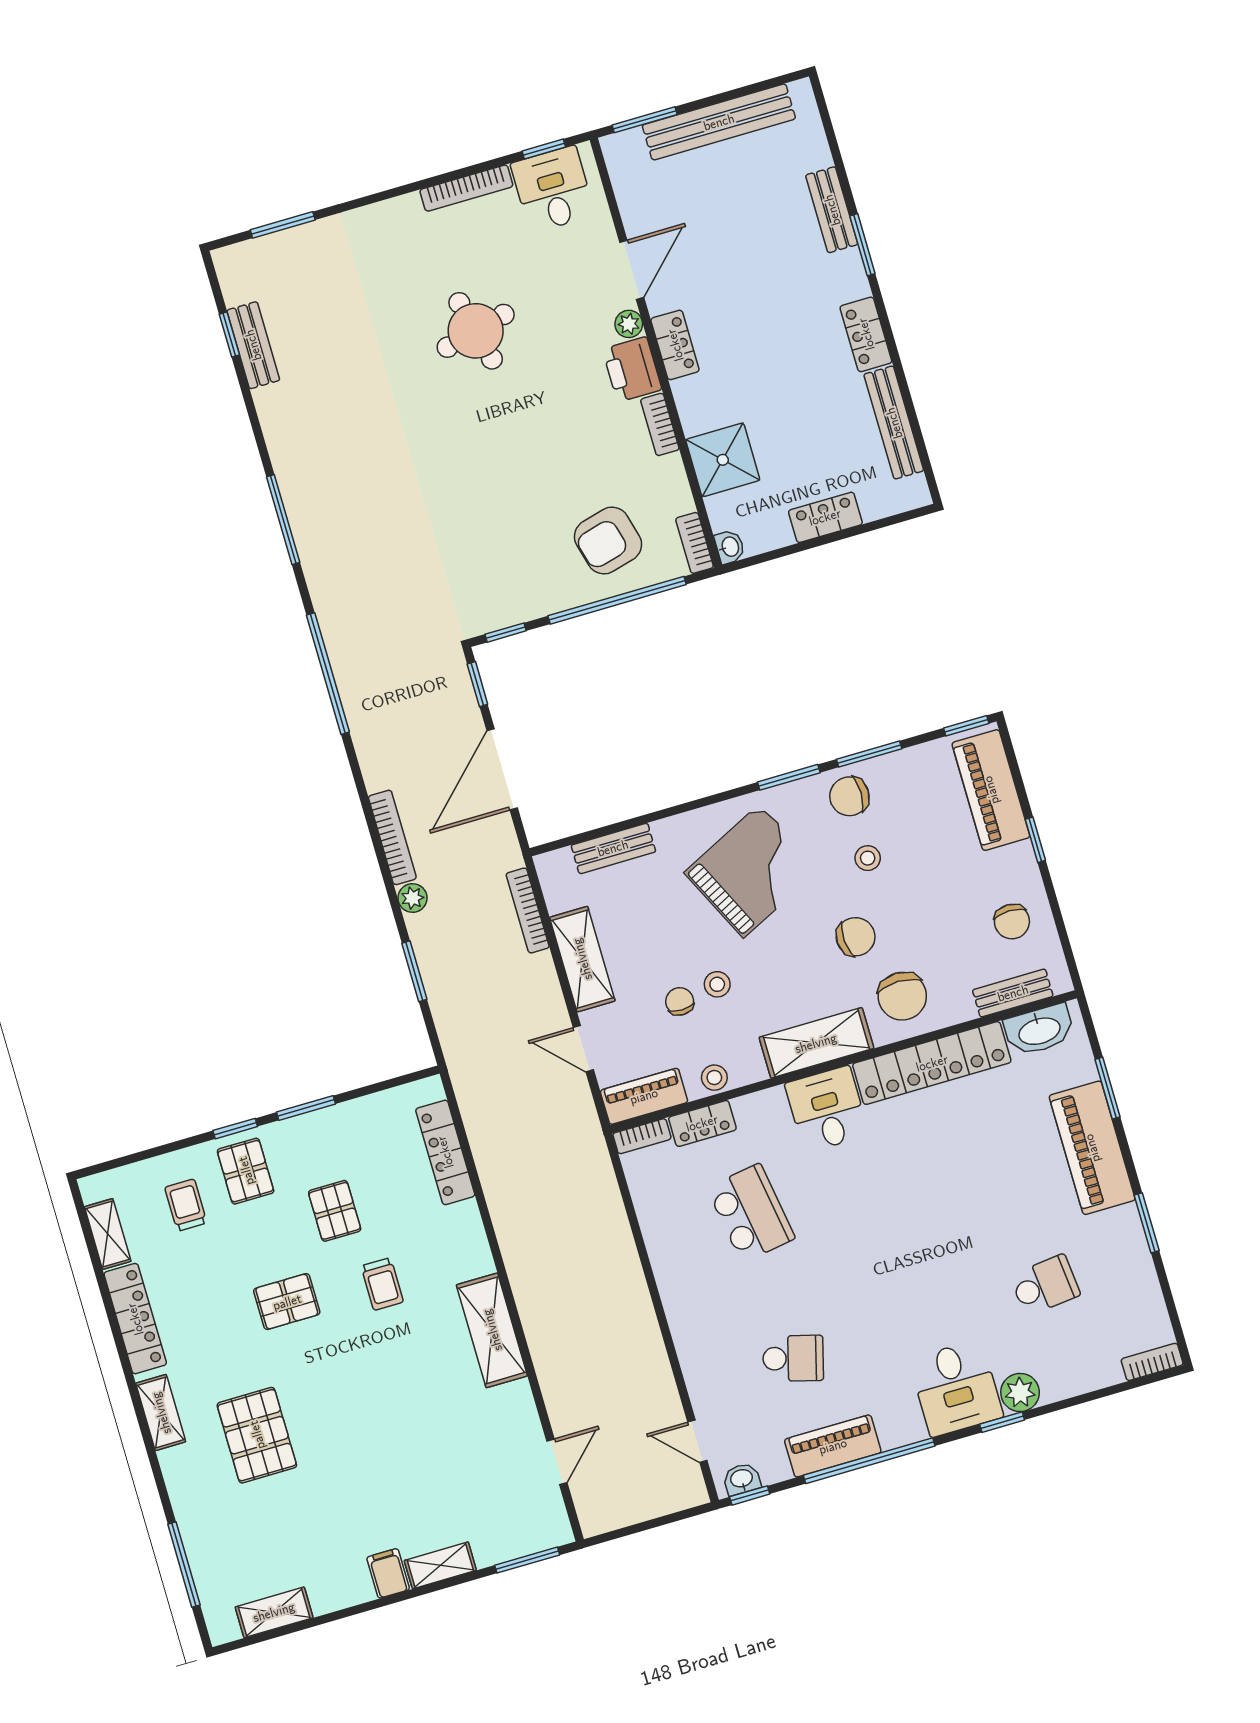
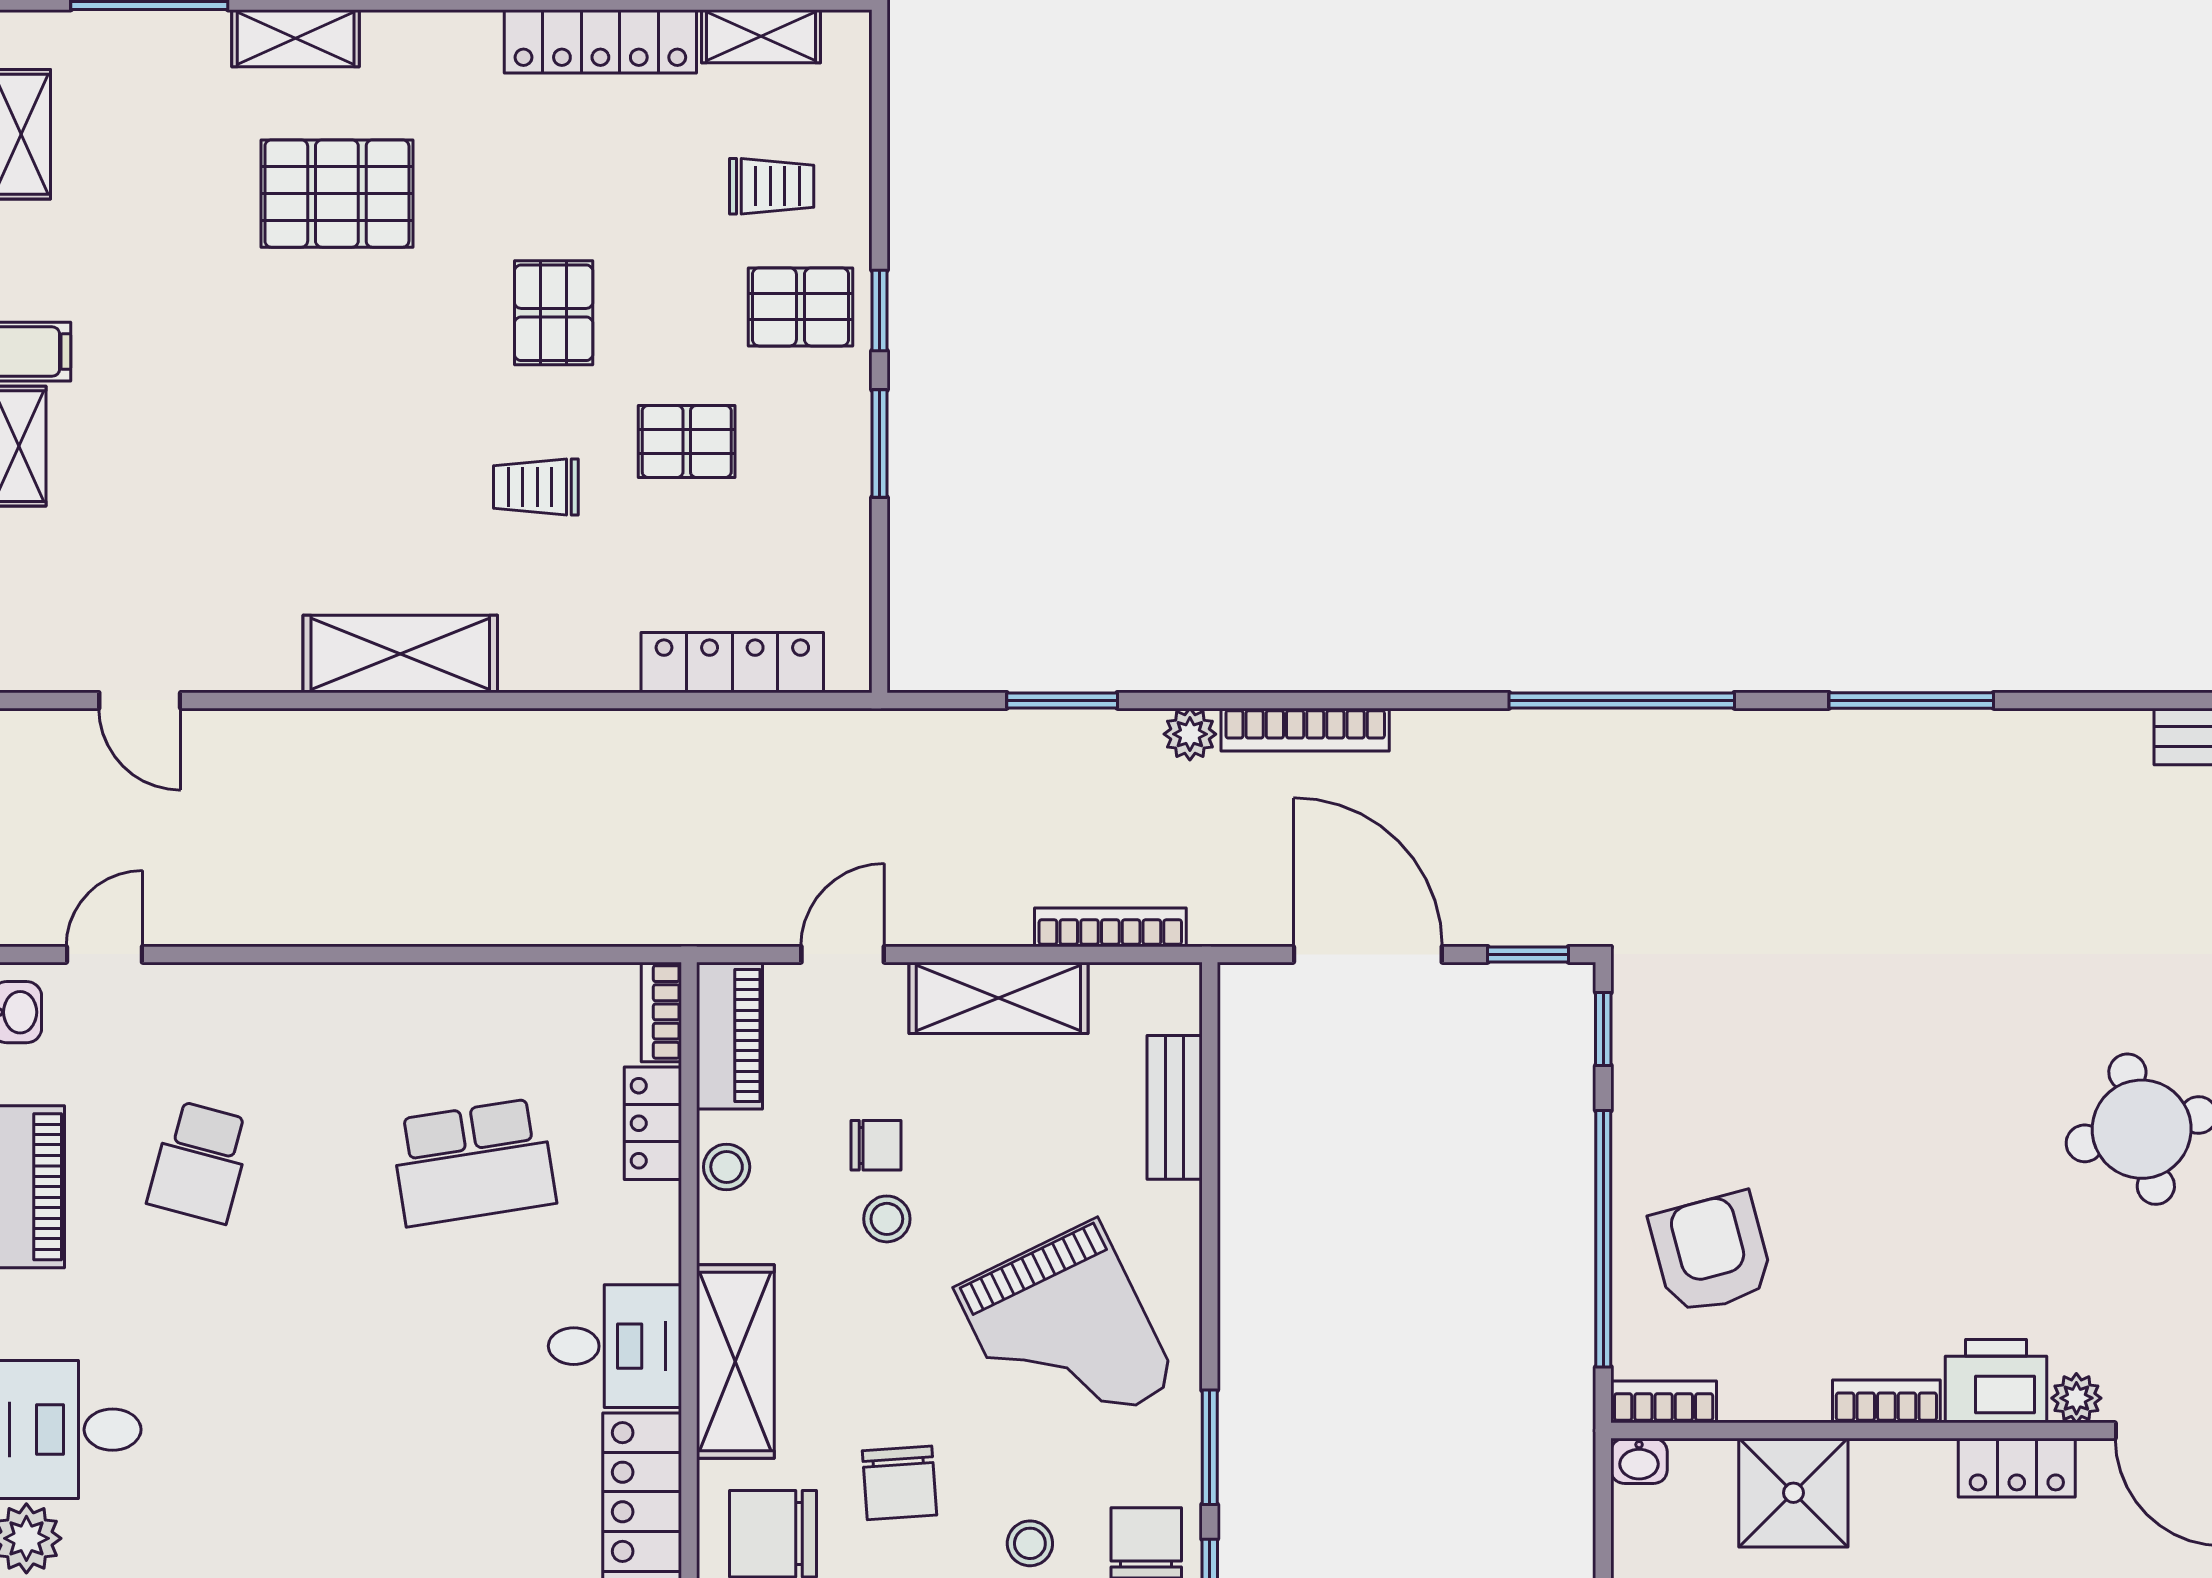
shelving: (161, 1413) -> (296, 38), moved

